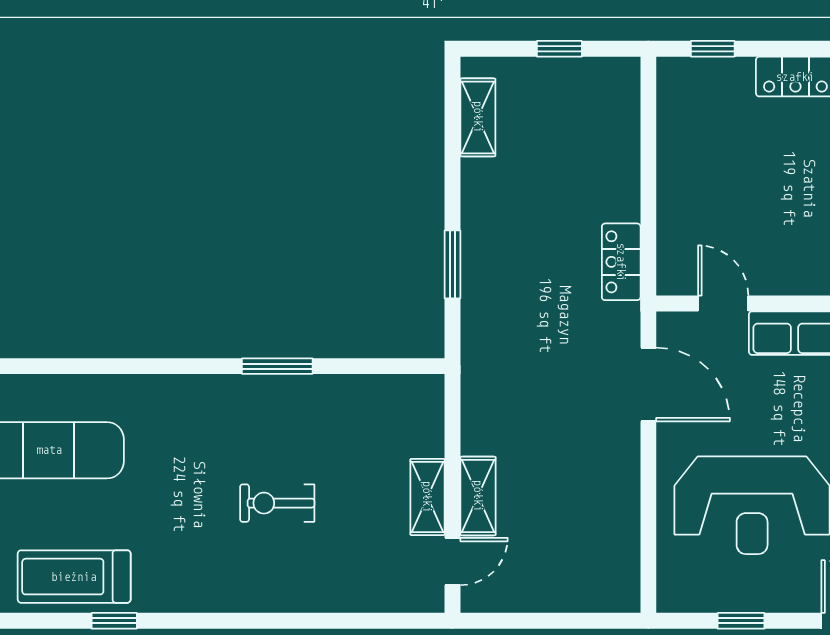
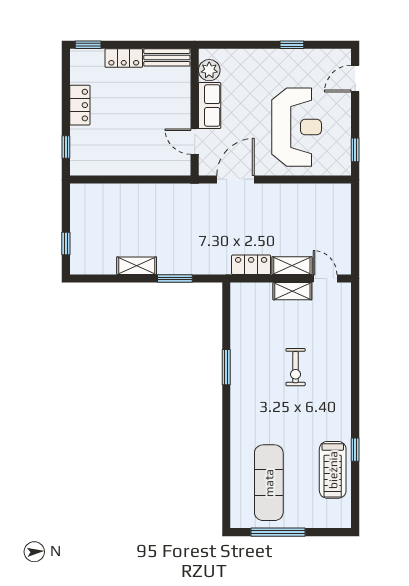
window: (559, 49) -> (66, 244), moved
shelving: (478, 117) -> (137, 266), moved
locker: (621, 262) -> (251, 265), moved, turned 180
door: (723, 303) -> (195, 142), hinge flipped
window: (741, 621) -> (355, 150), moved

